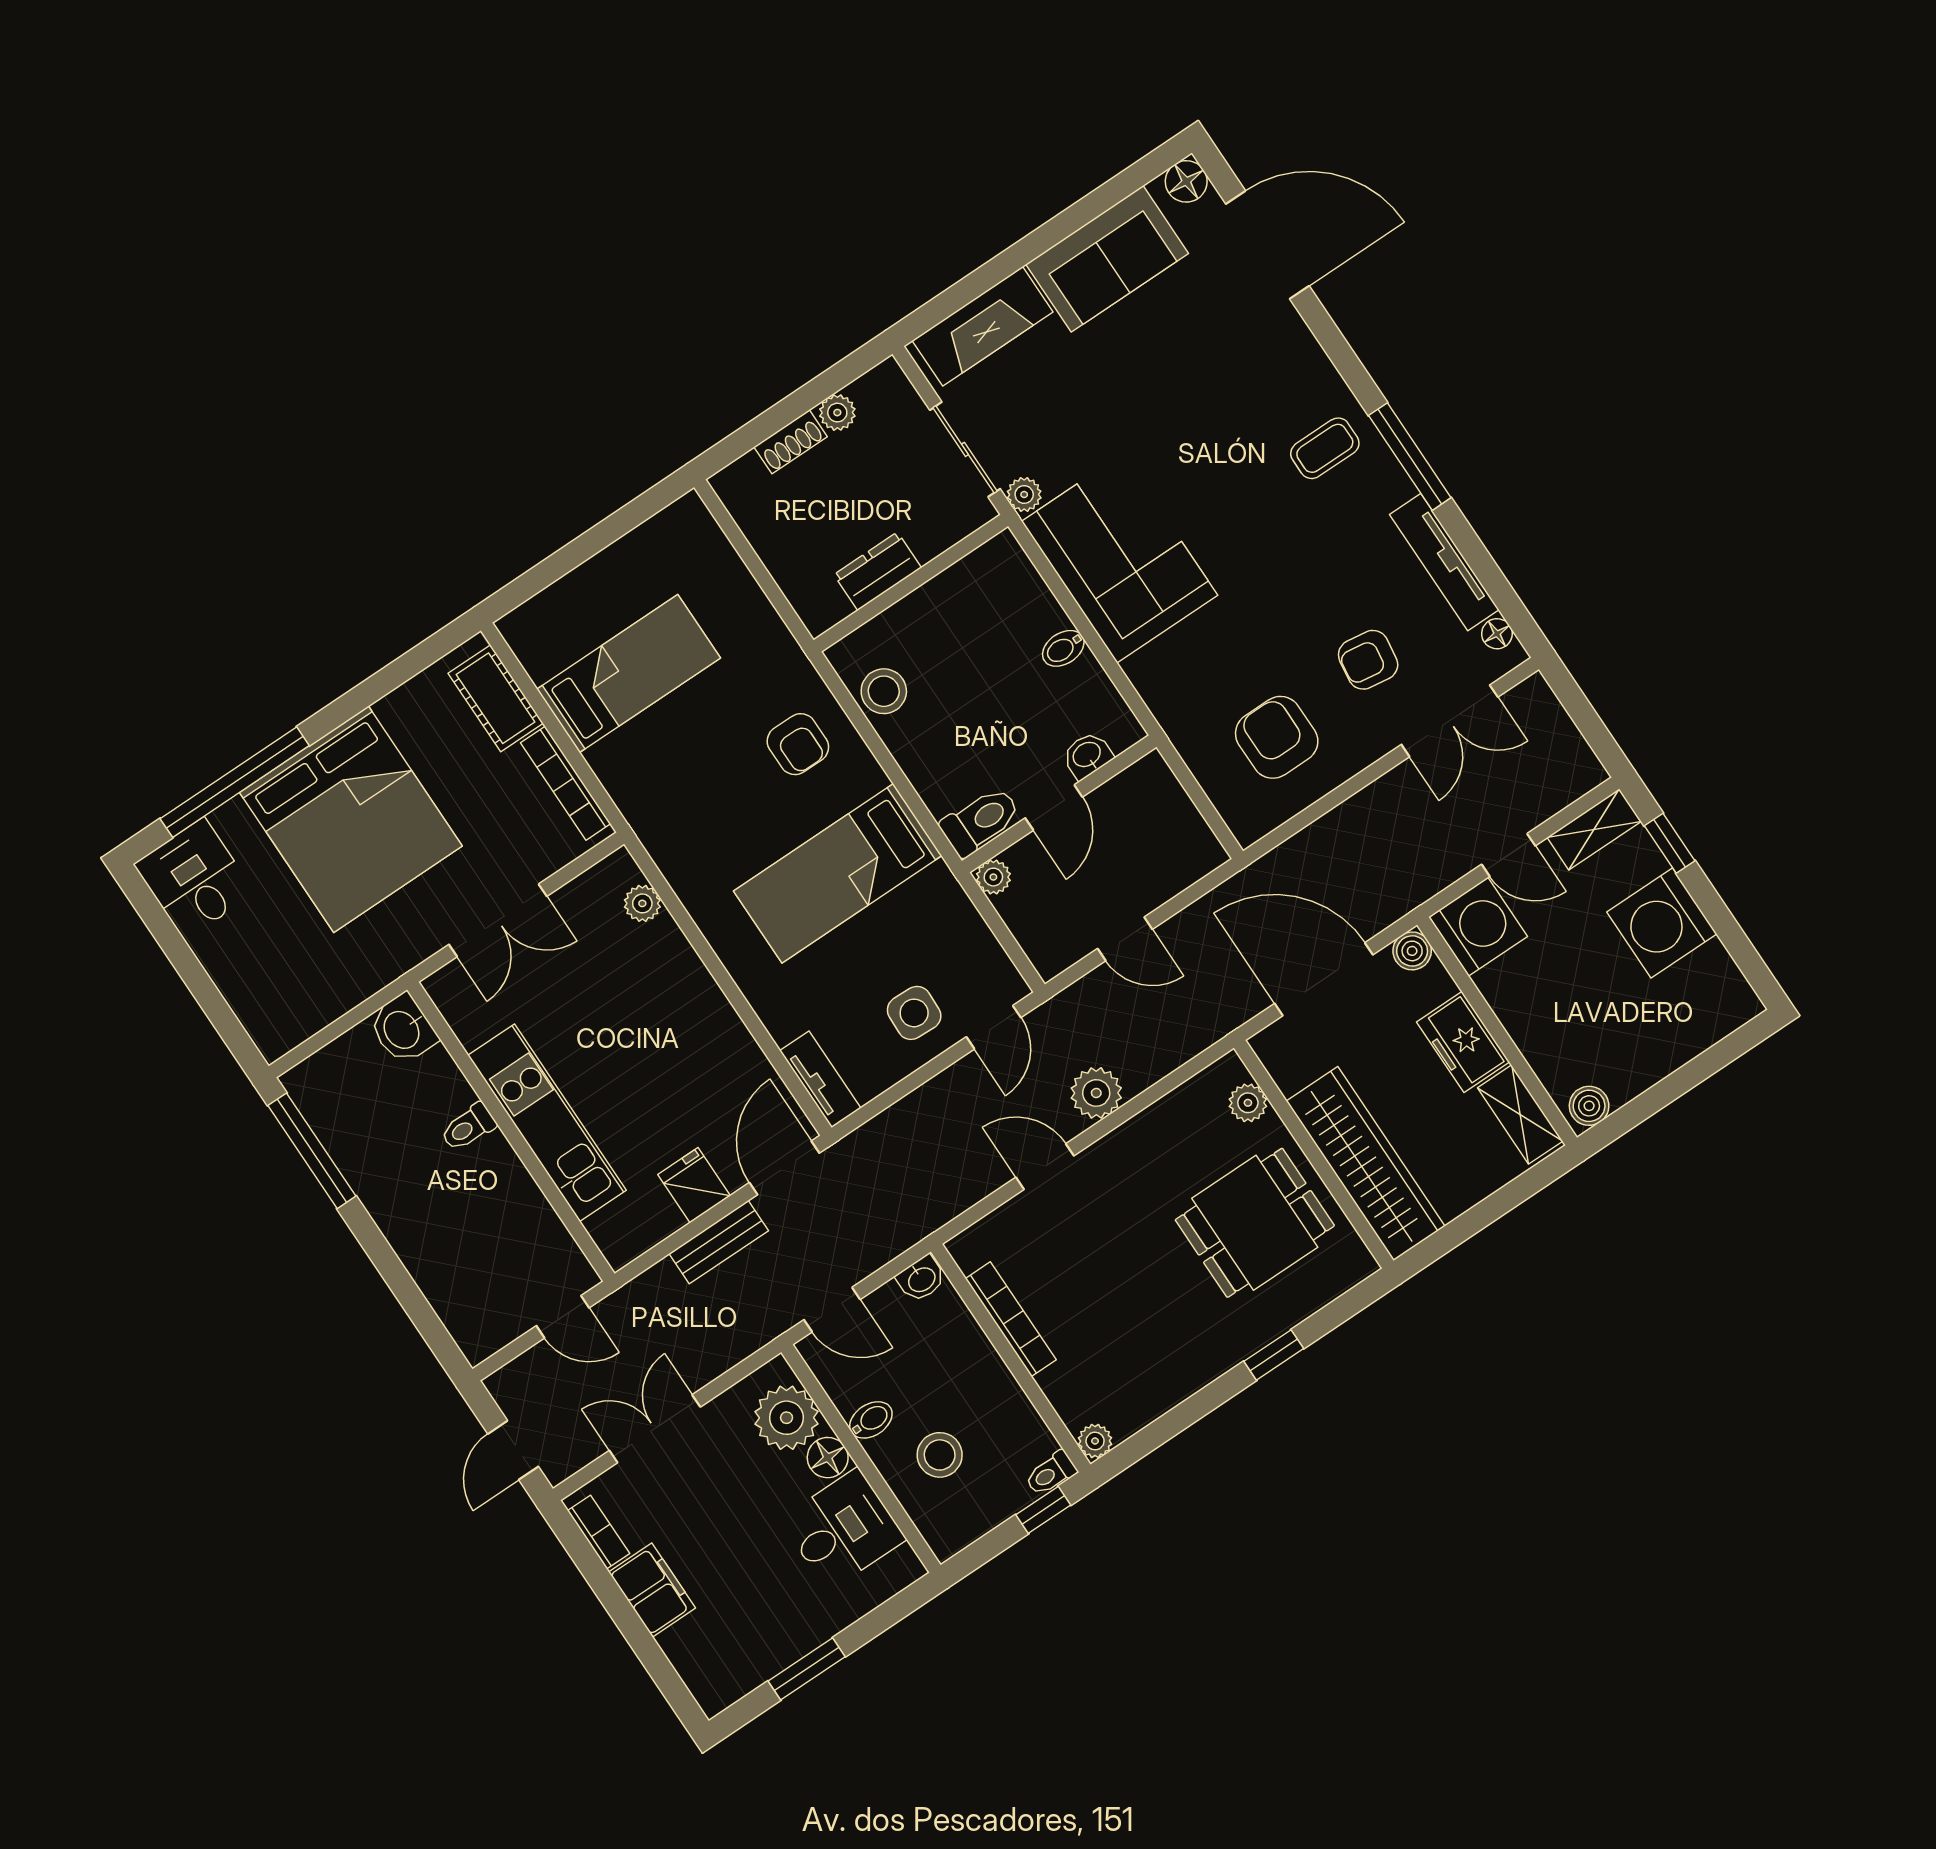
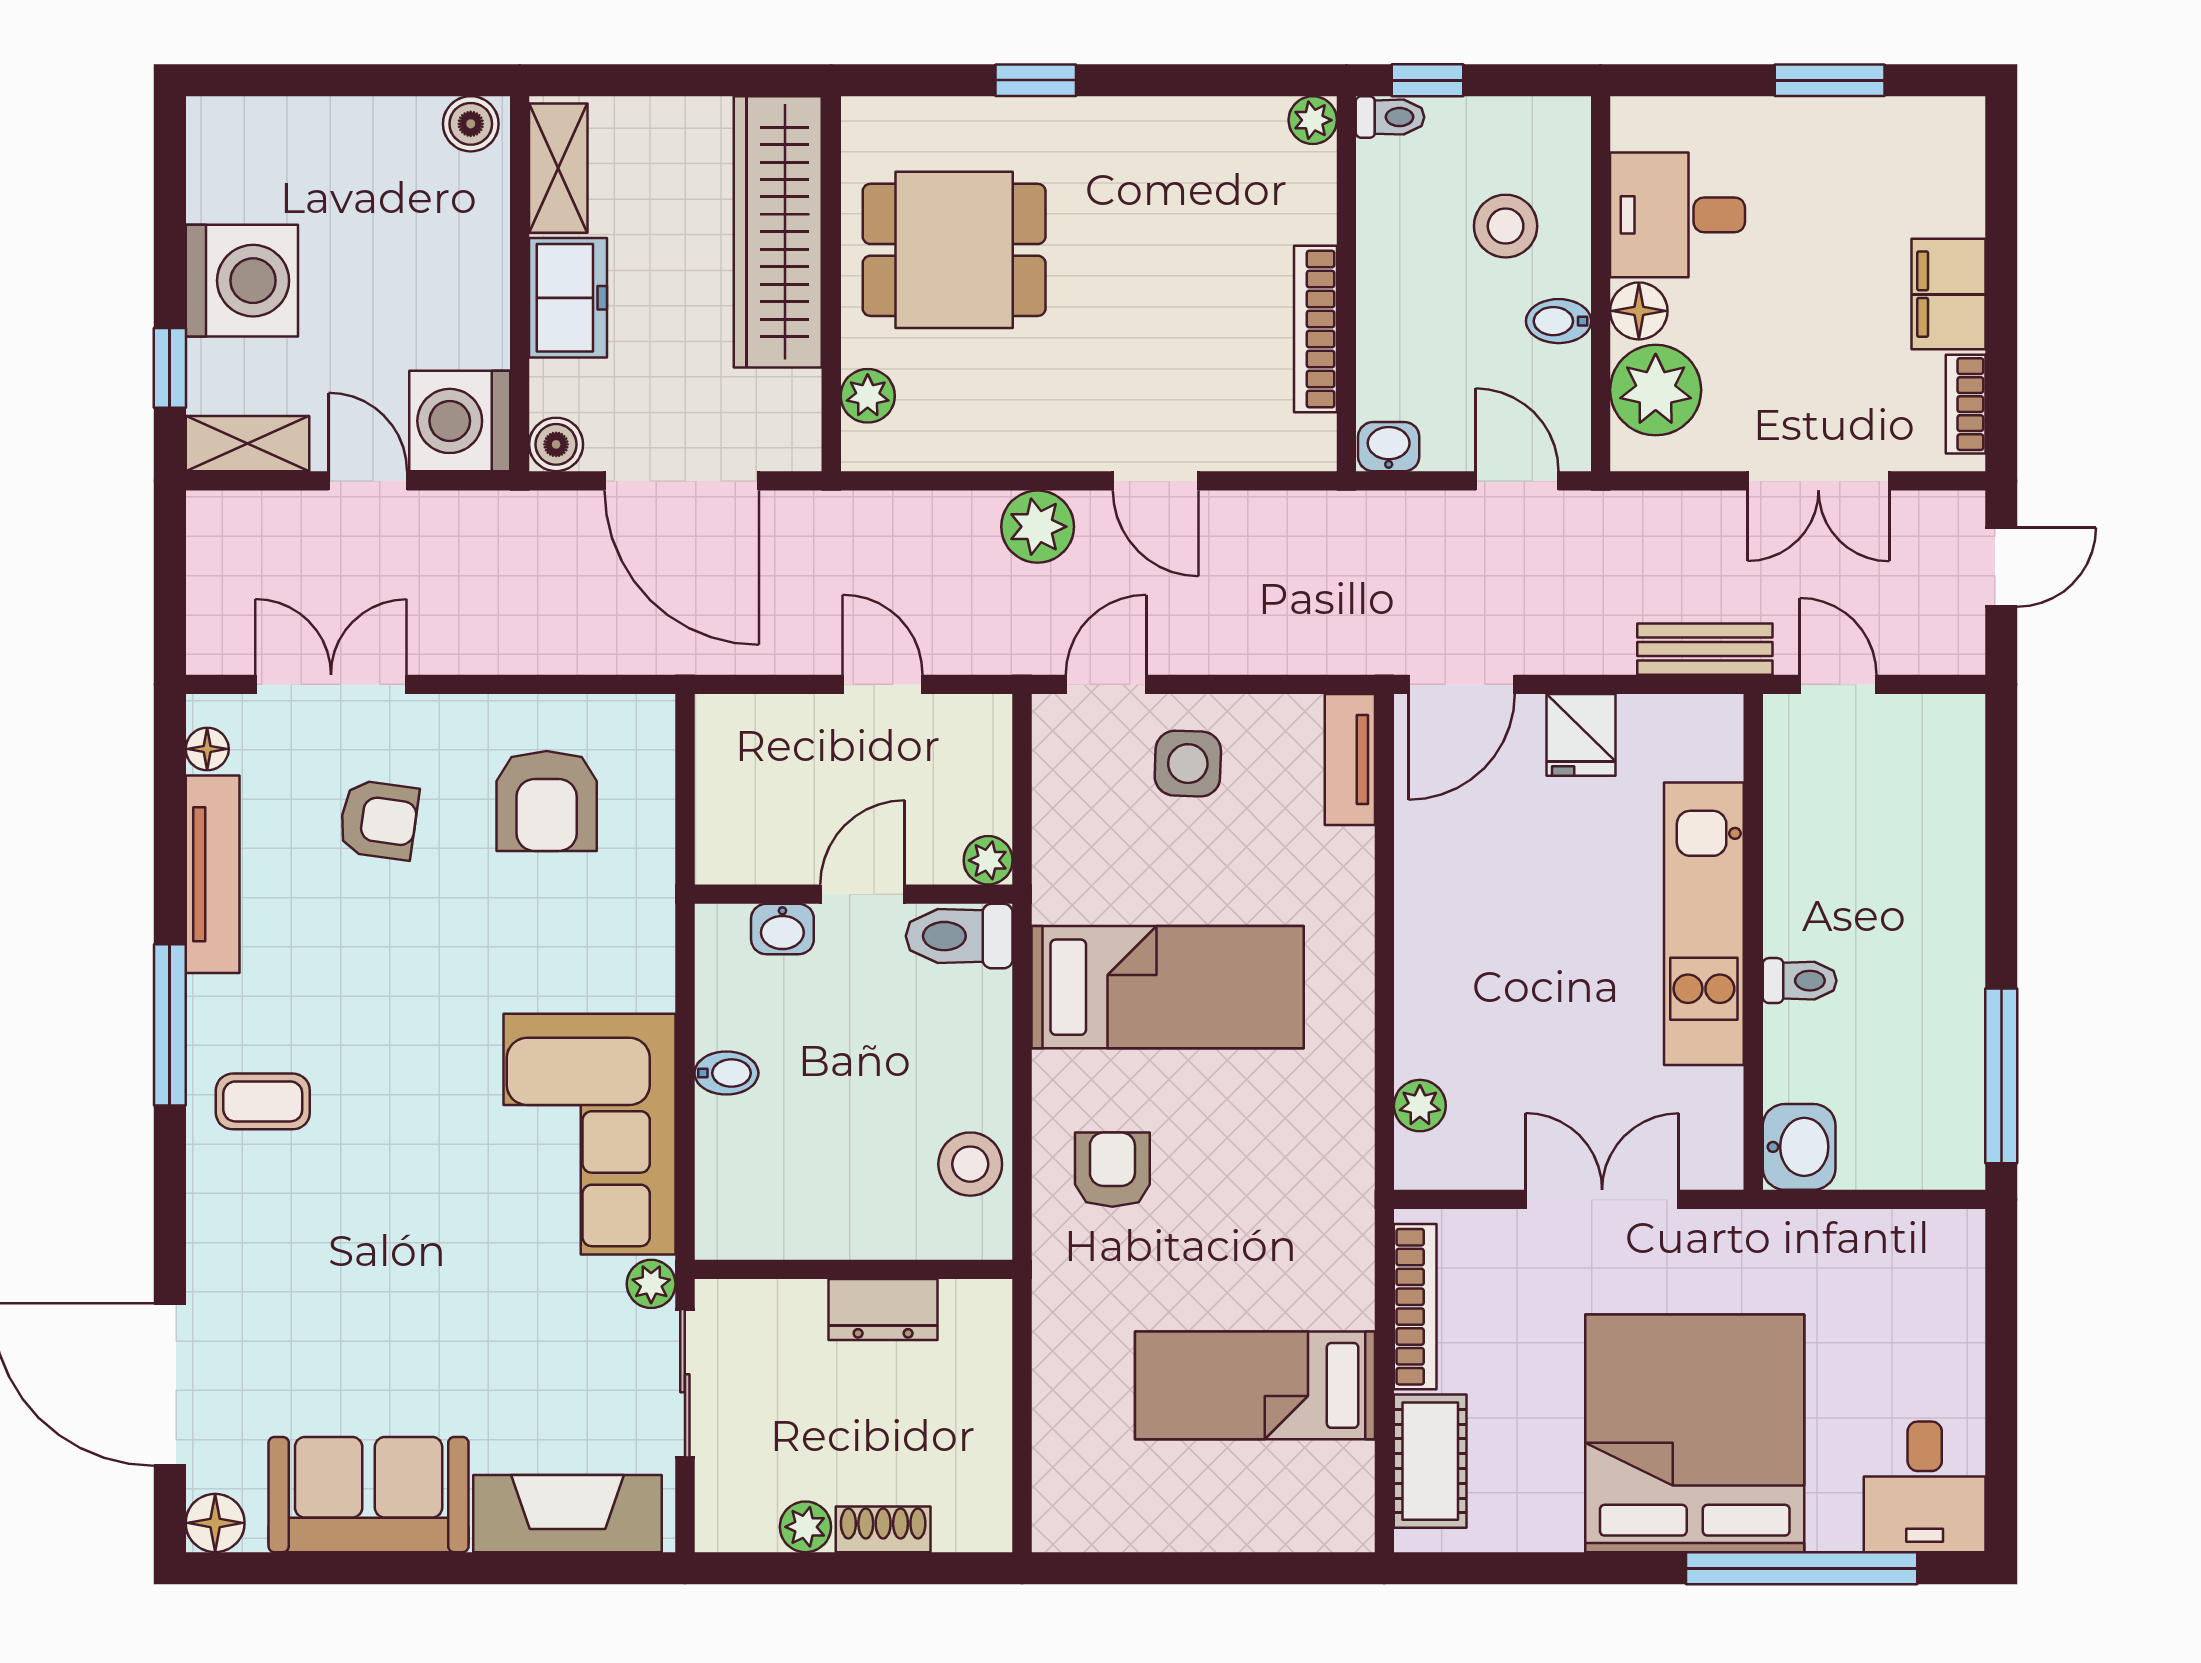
bench: (719, 1242) -> (1705, 649), moved

